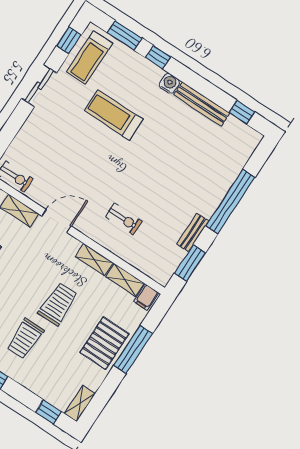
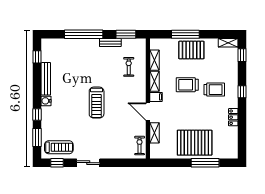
treadmill: (113, 115) -> (97, 103), moved
exercise bike: (124, 219) -> (129, 67), moved
filing cabinet: (146, 297) -> (156, 97), moved

